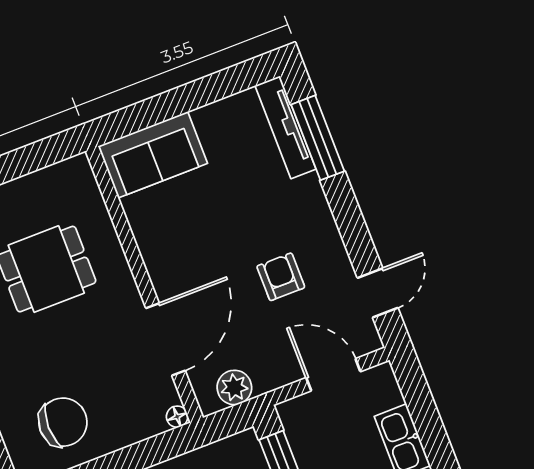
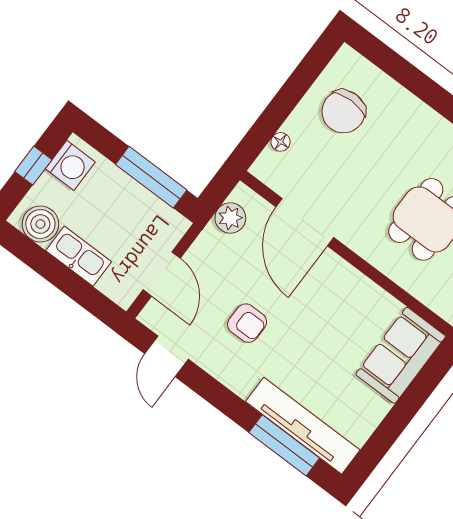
tv unit: (286, 127) -> (303, 426), width x1.36, depth x1.29
door: (333, 375) -> (162, 274), hinge flipped
floor lamp: (177, 417) -> (281, 142), moved

